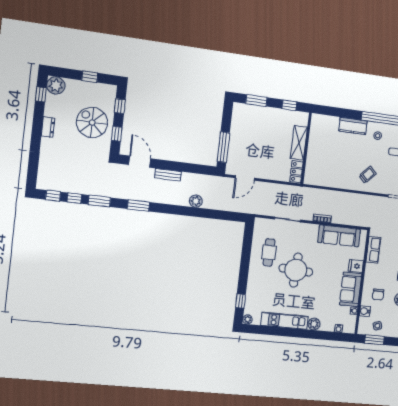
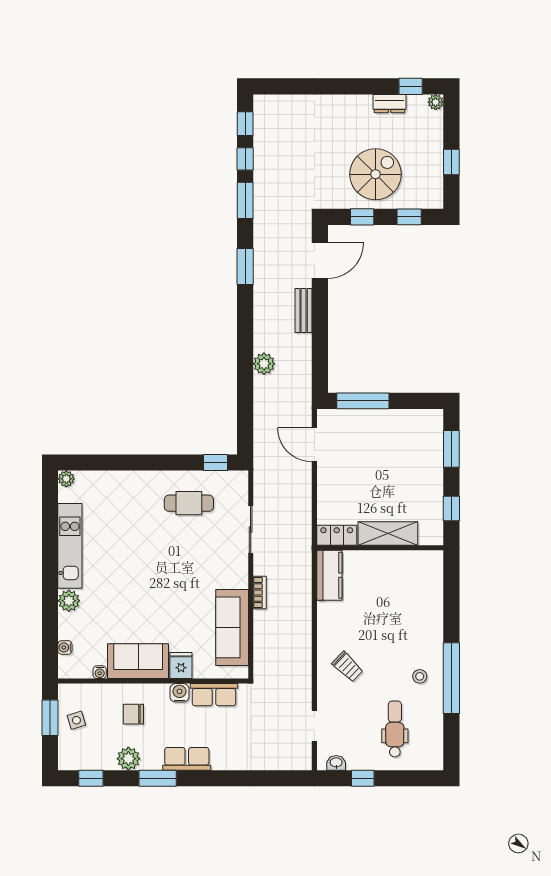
plant: (56, 85) -> (436, 102), width x0.53, depth x0.53
kitchen counter: (353, 126) -> (329, 575), moved, turned 180
dresser: (48, 127) -> (390, 104), moved
round table: (296, 270) -> (162, 556), removed
window: (241, 301) -> (215, 463), moved
water cooler: (365, 311) -> (179, 693), moved

